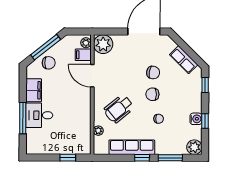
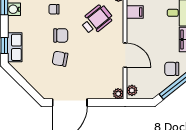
plant: (103, 44) -> (118, 94), width x0.53, depth x0.53
filing cabinet: (83, 55) -> (135, 12), moved
row of seats: (184, 60) -> (15, 47), moved, turned 45

